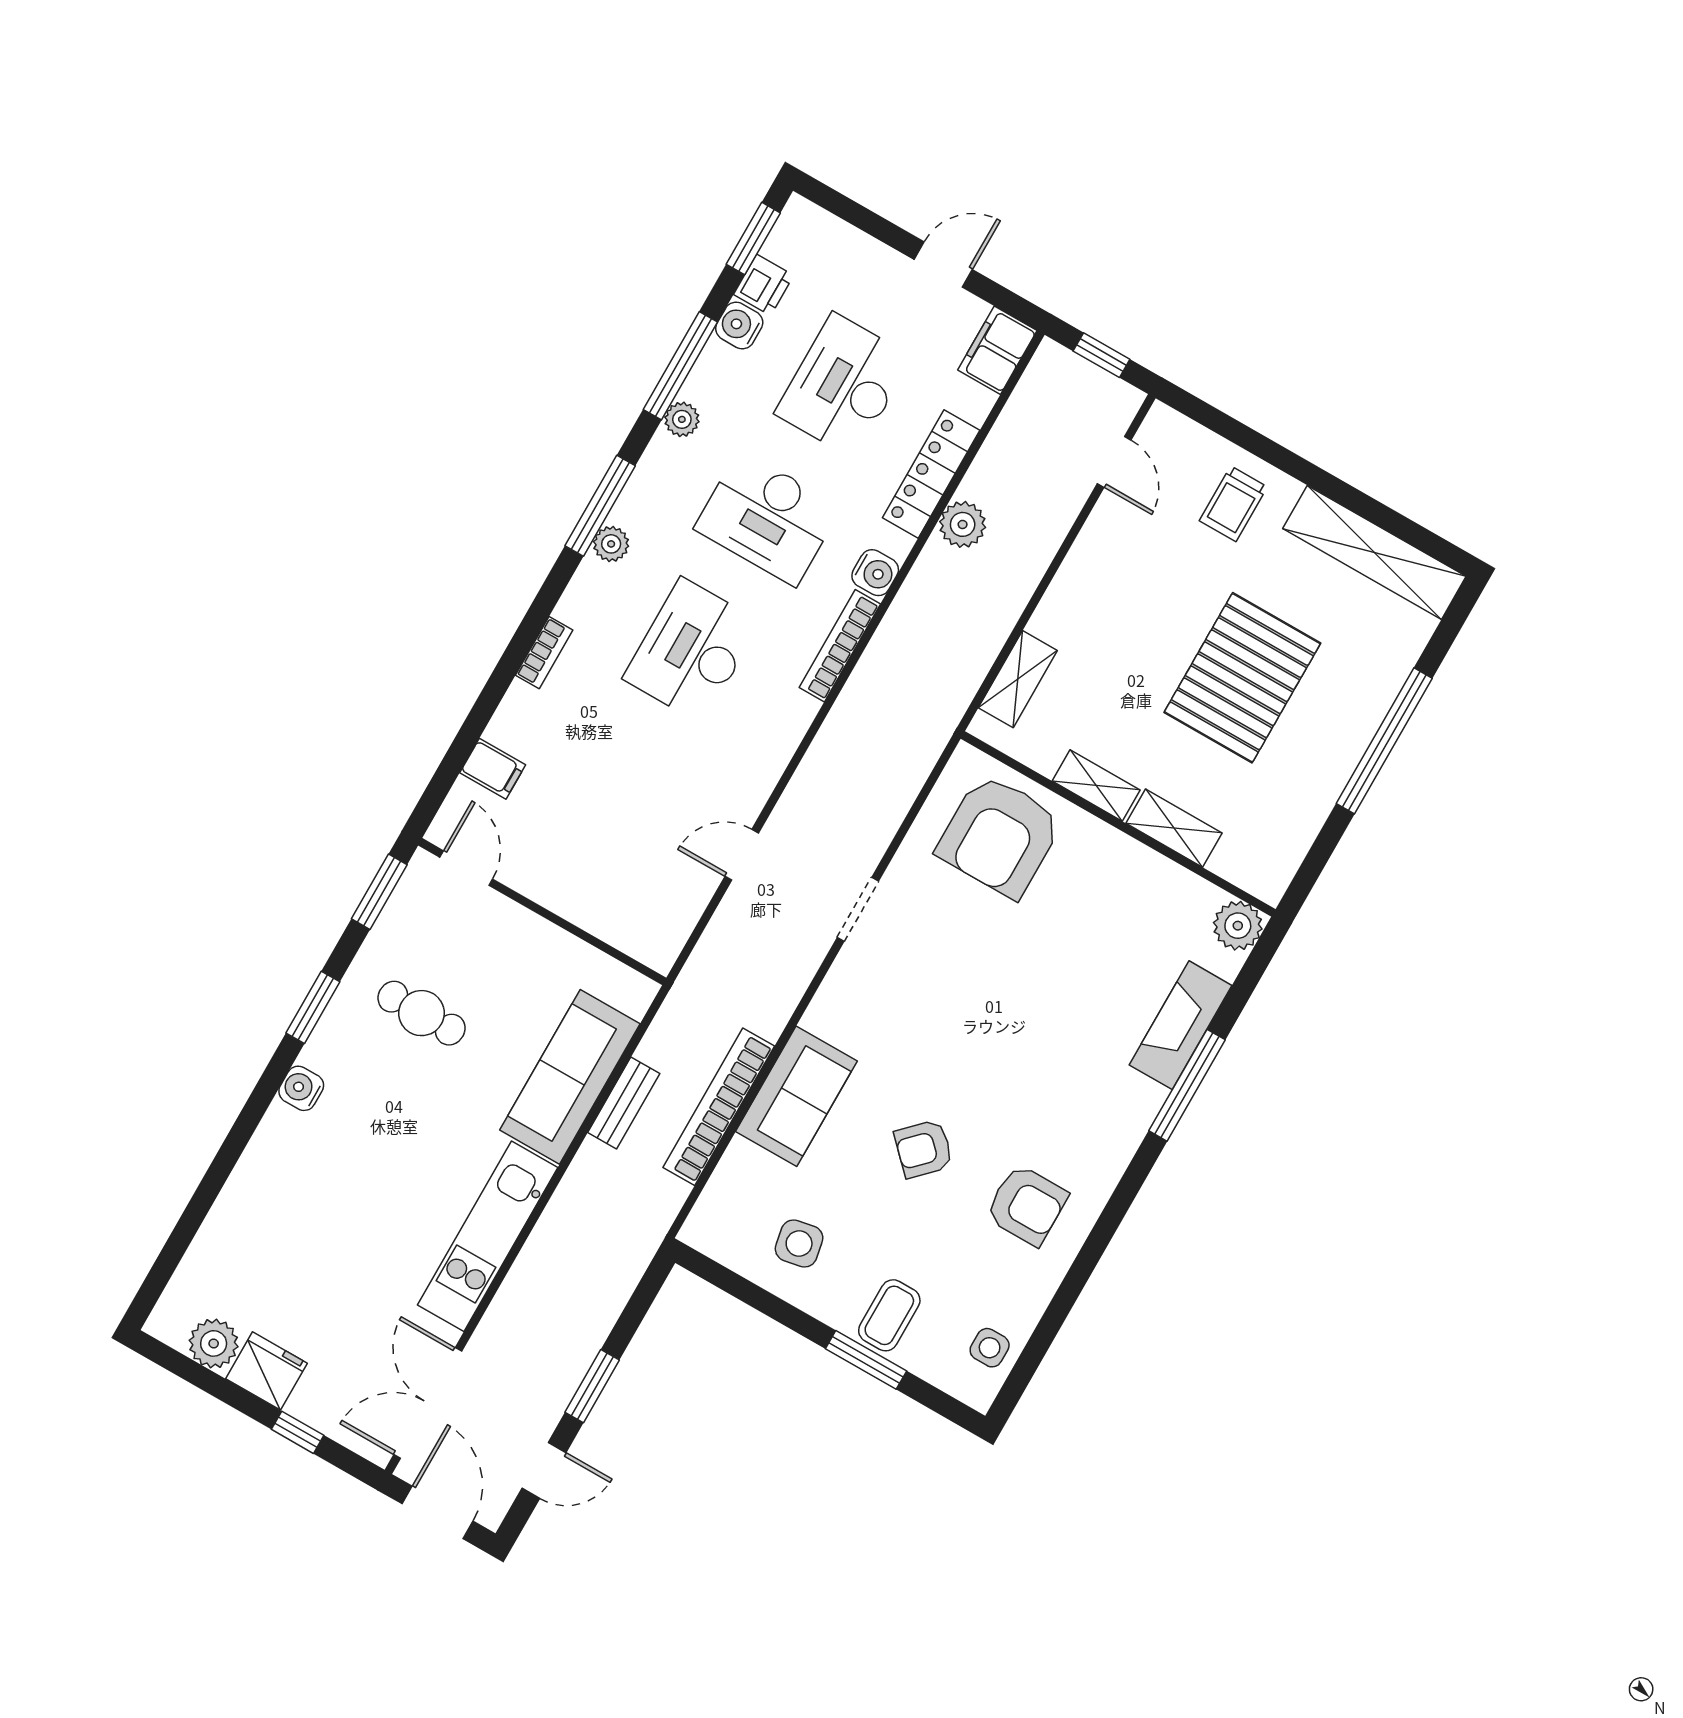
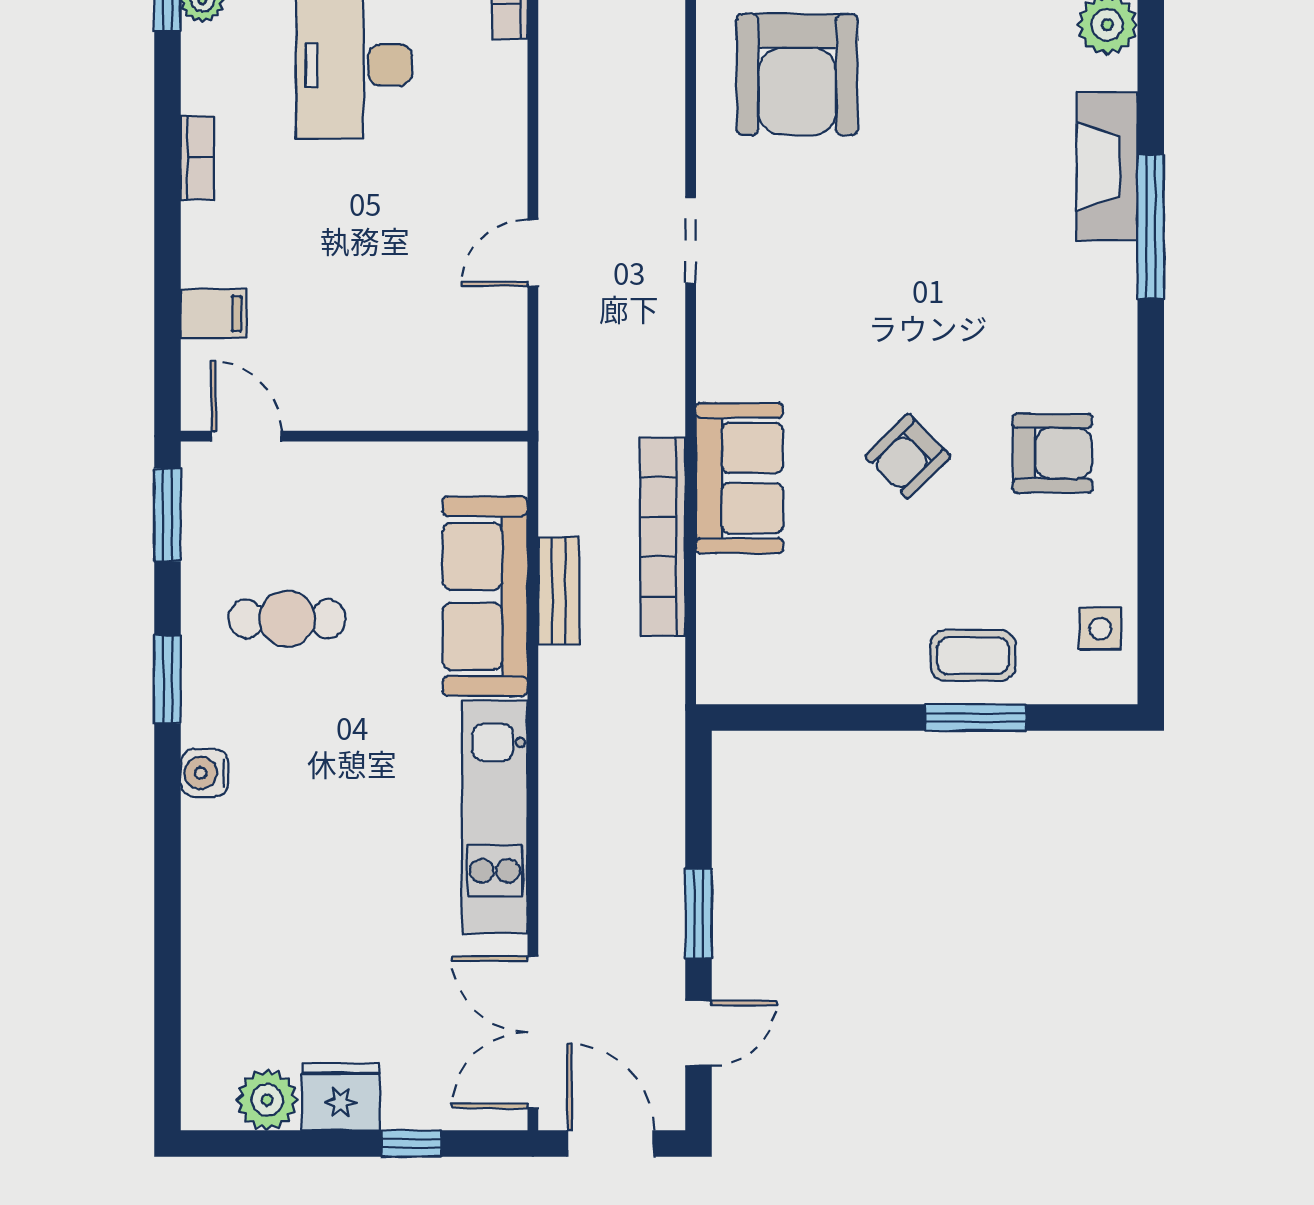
side table: (799, 1244) -> (832, 634), removed
coffee table: (889, 1315) -> (973, 656), turned 90

